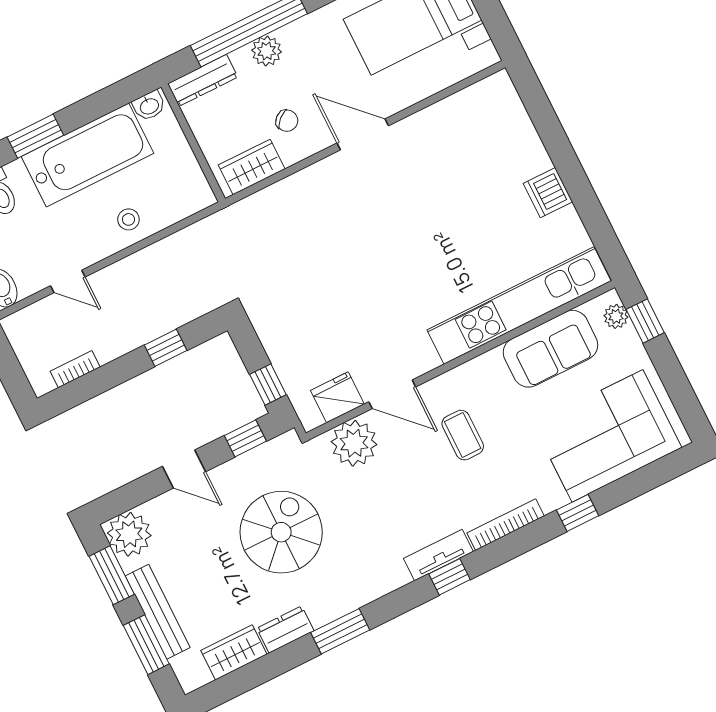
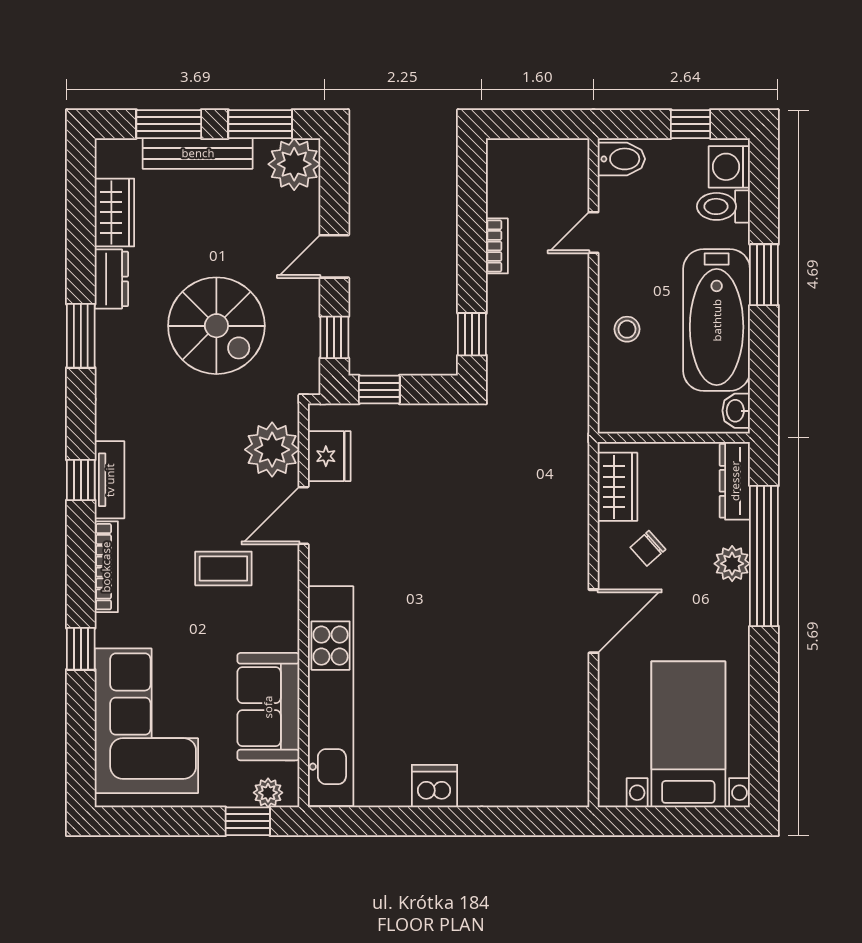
window: (166, 348) -> (472, 334), moved
bookcase: (75, 369) -> (497, 246), moved

